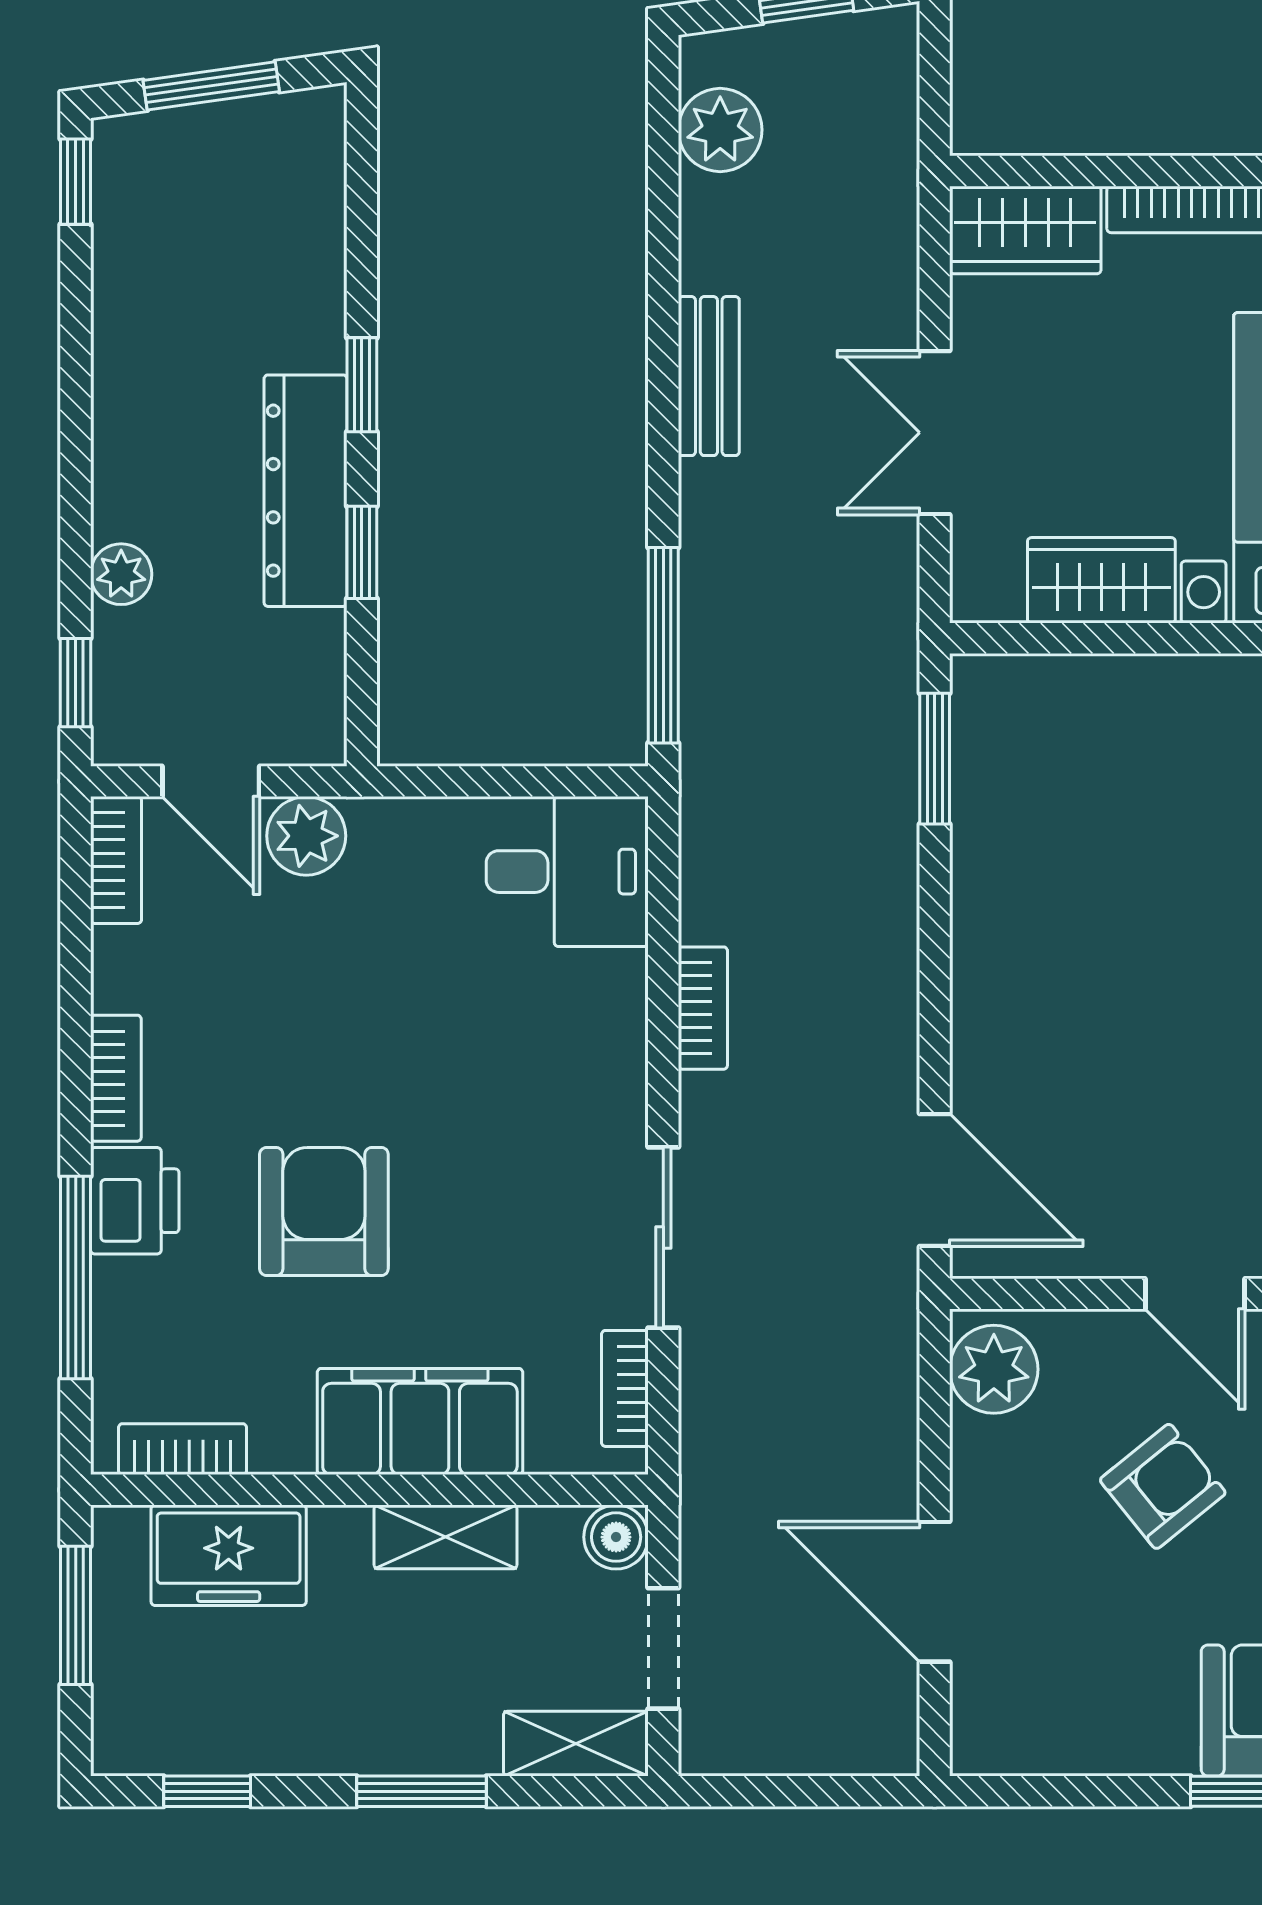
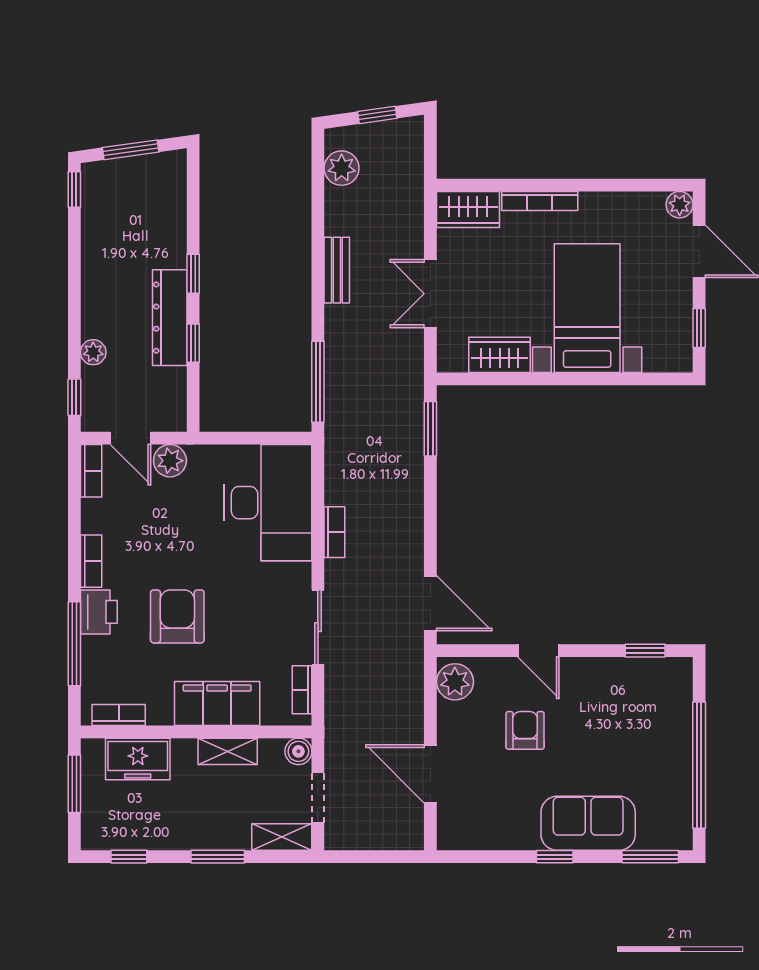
desk: (567, 872) -> (268, 503), width x1.87, depth x1.30
armchair: (1163, 1486) -> (525, 730), turned -51

